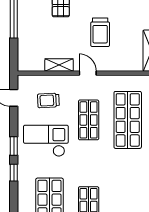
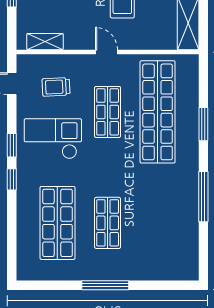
shelving: (59, 65) -> (45, 42), moved
shop shelf: (128, 120) -> (158, 112), width x1.40

